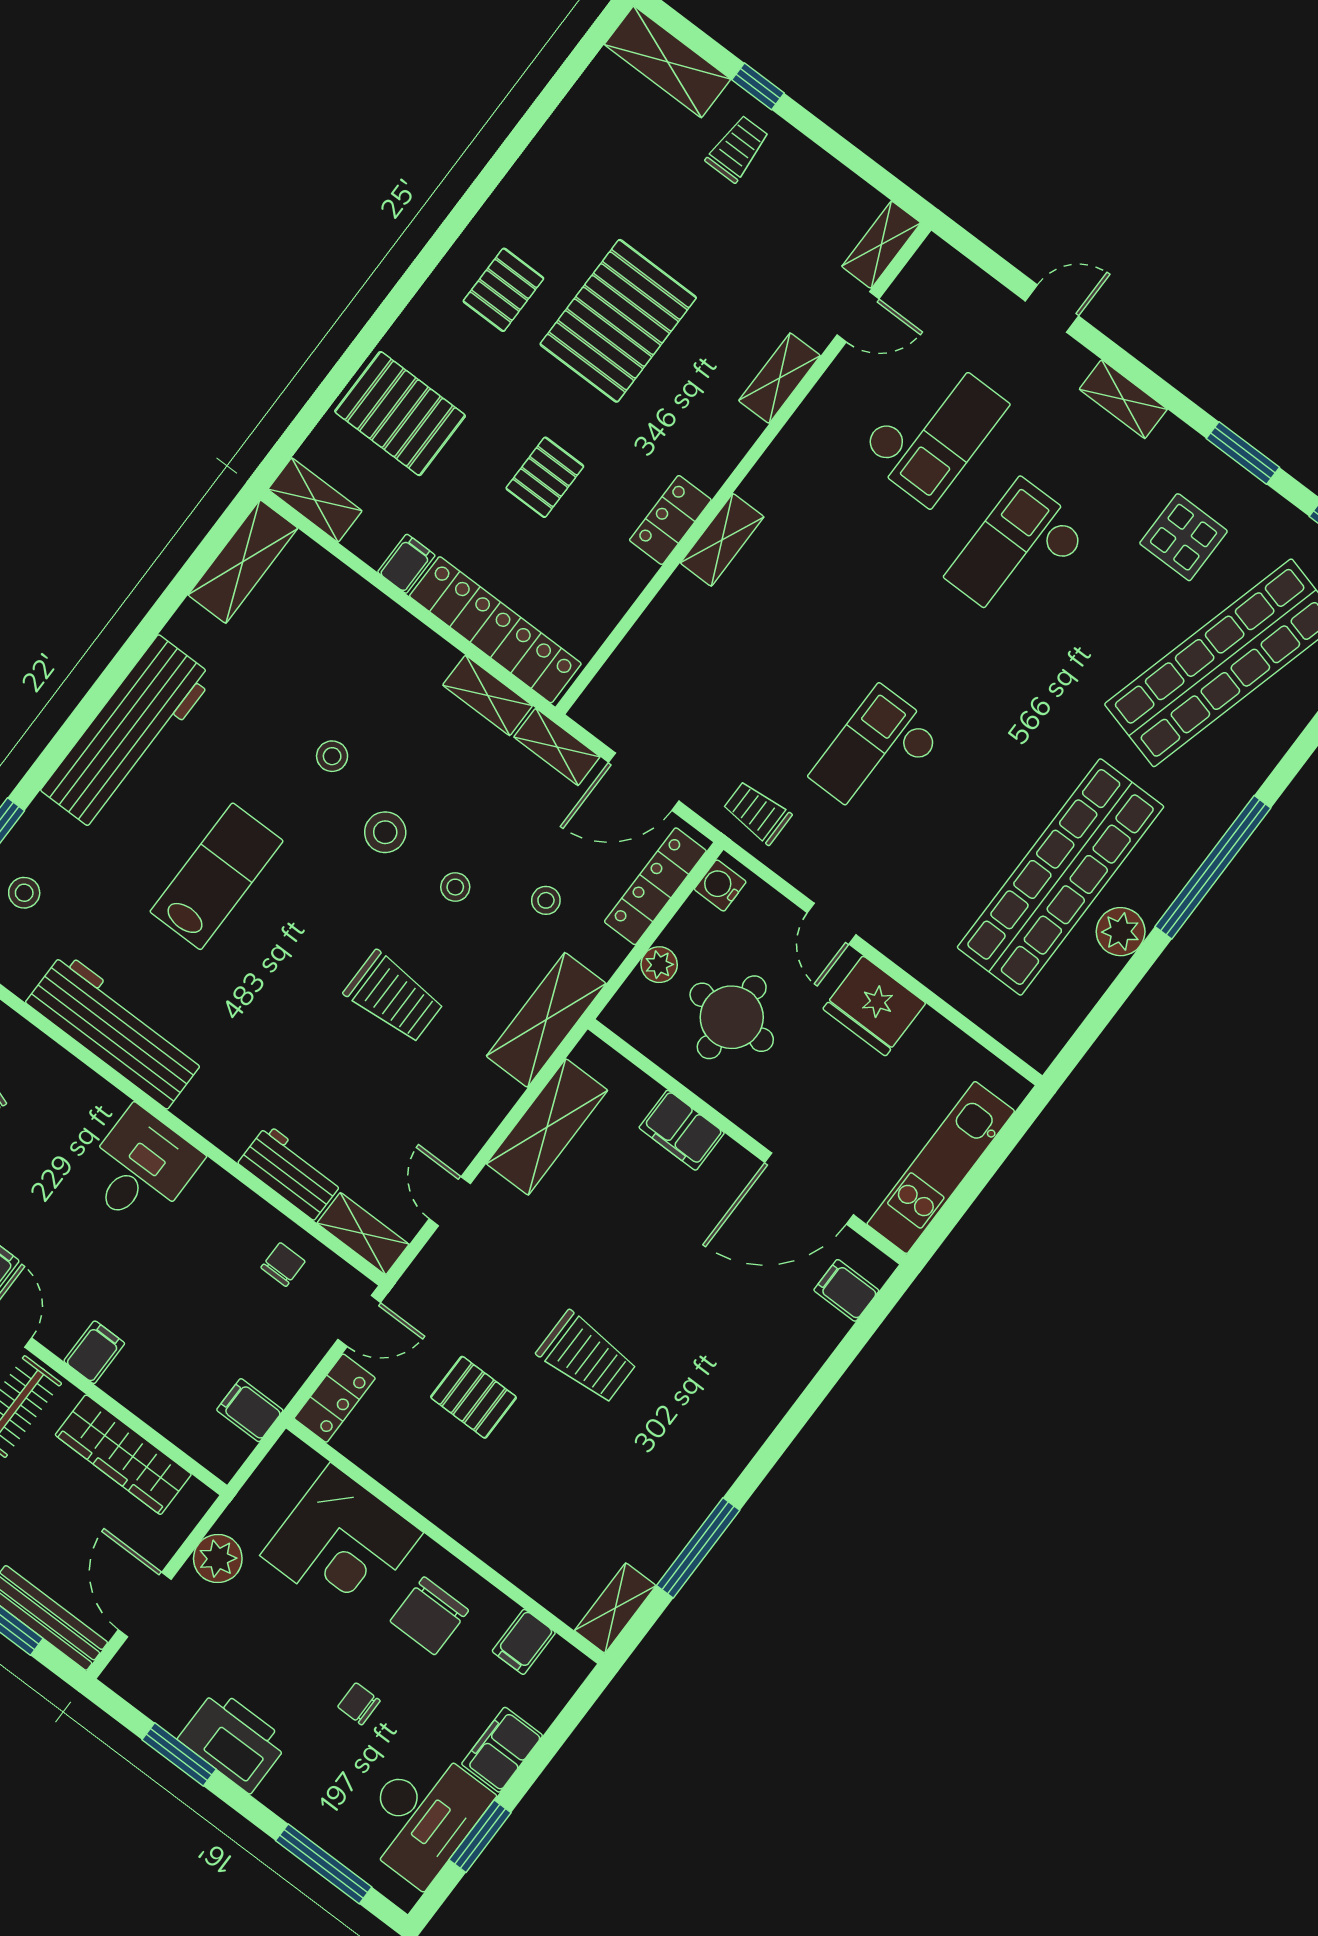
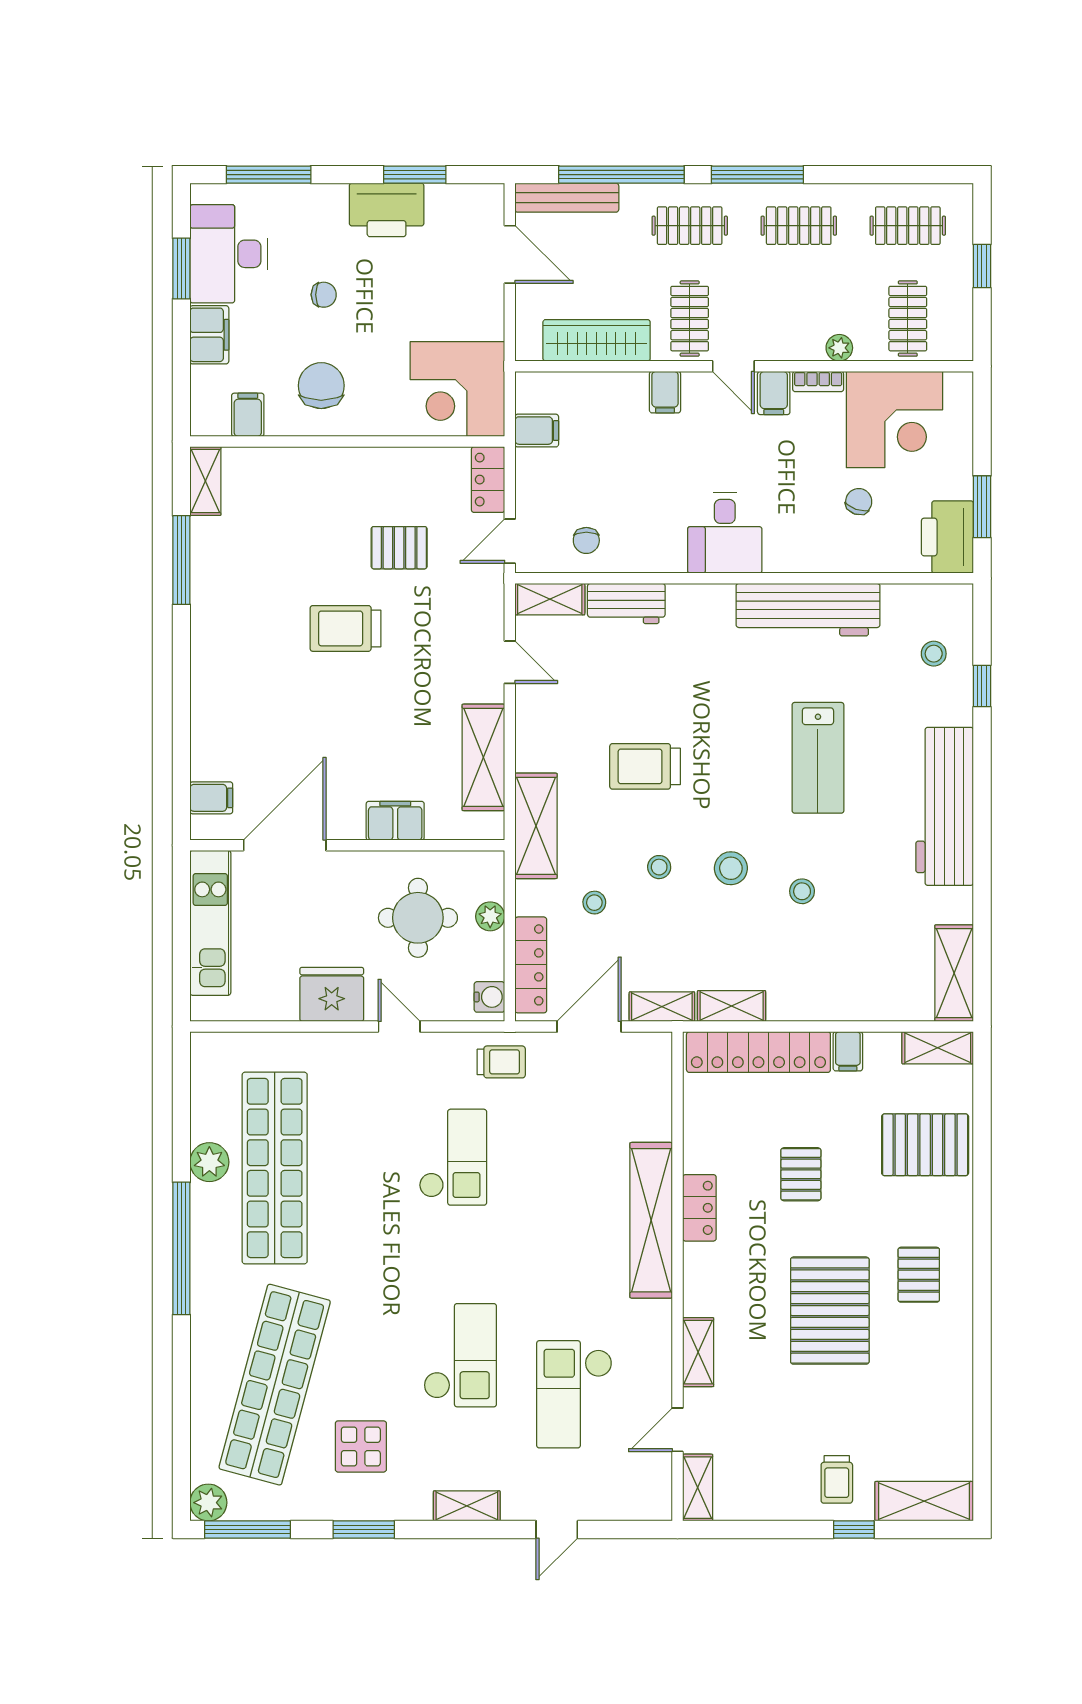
shelving: (722, 540) -> (651, 1220), width x2.20, depth x1.33
corner desk: (342, 1544) -> (457, 389), moved, turned -90
plant: (218, 1559) -> (485, 320), removed

